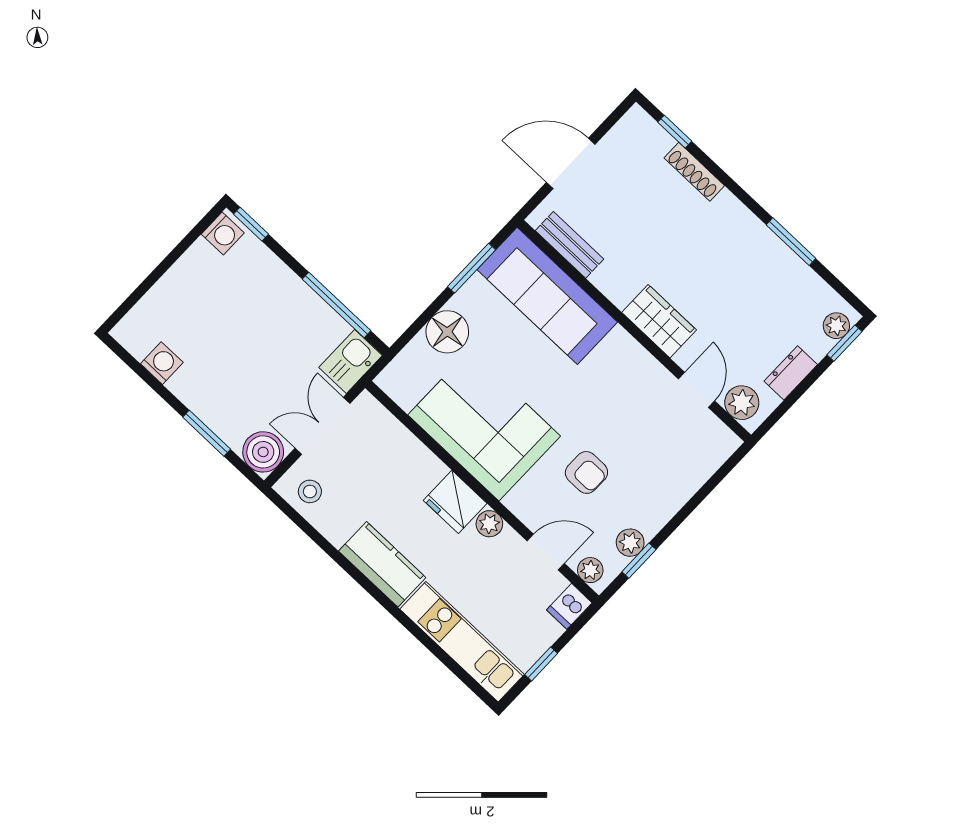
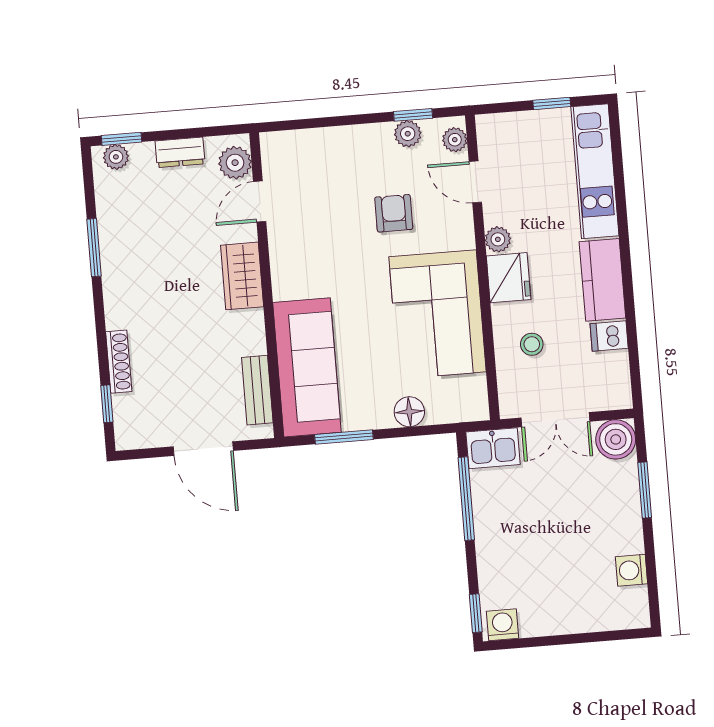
floor lamp: (447, 332) -> (409, 412), width x0.73, depth x0.73
stool: (310, 491) -> (532, 344), moved
dishwasher: (569, 606) -> (609, 336), moved, turned 180

